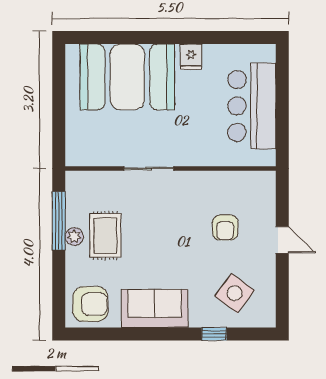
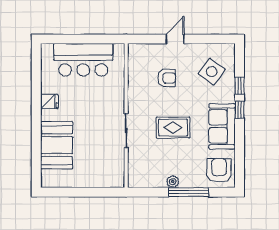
booth: (127, 77) -> (57, 145), width x0.73, depth x0.70
window: (59, 221) -> (189, 192), moved
rug: (105, 236) -> (173, 128), moved
window: (179, 334) -> (240, 110), added

